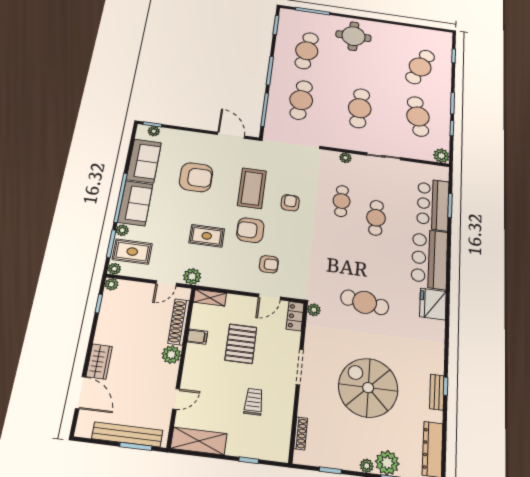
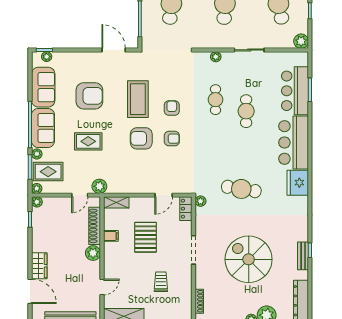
rug: (207, 236) -> (88, 141), moved
armchair: (269, 264) -> (172, 139), moved

